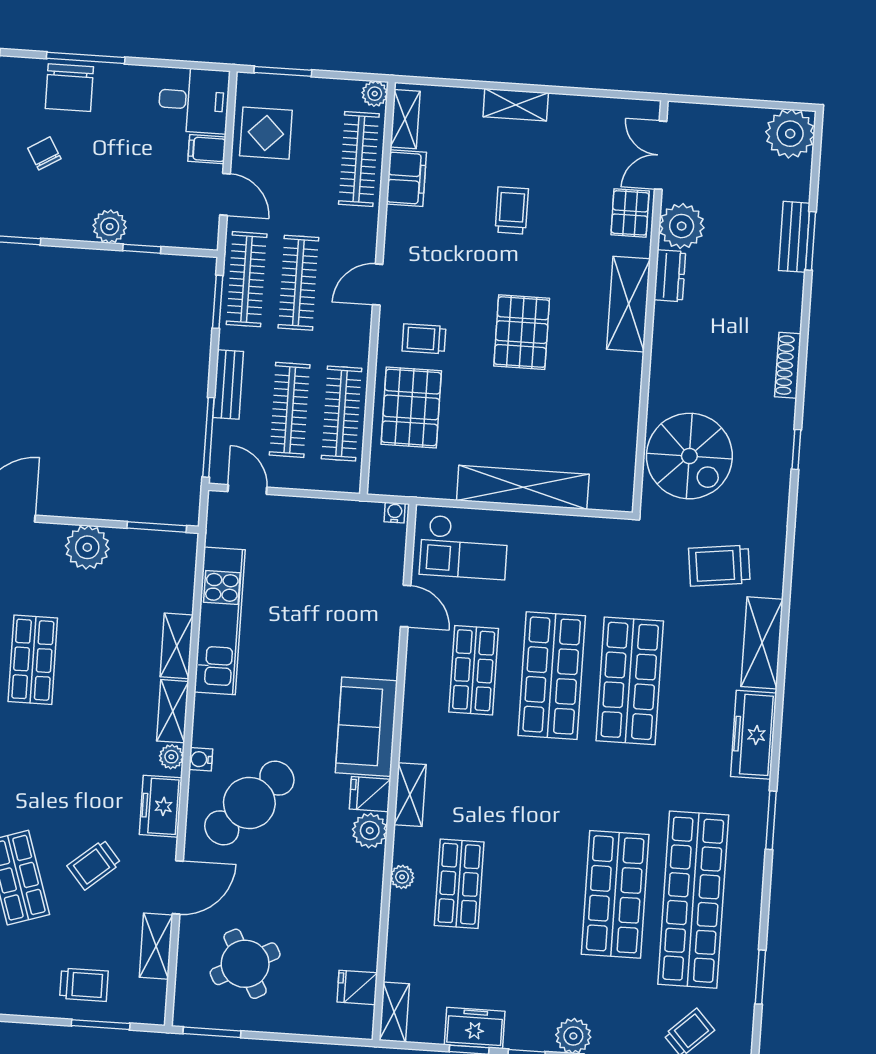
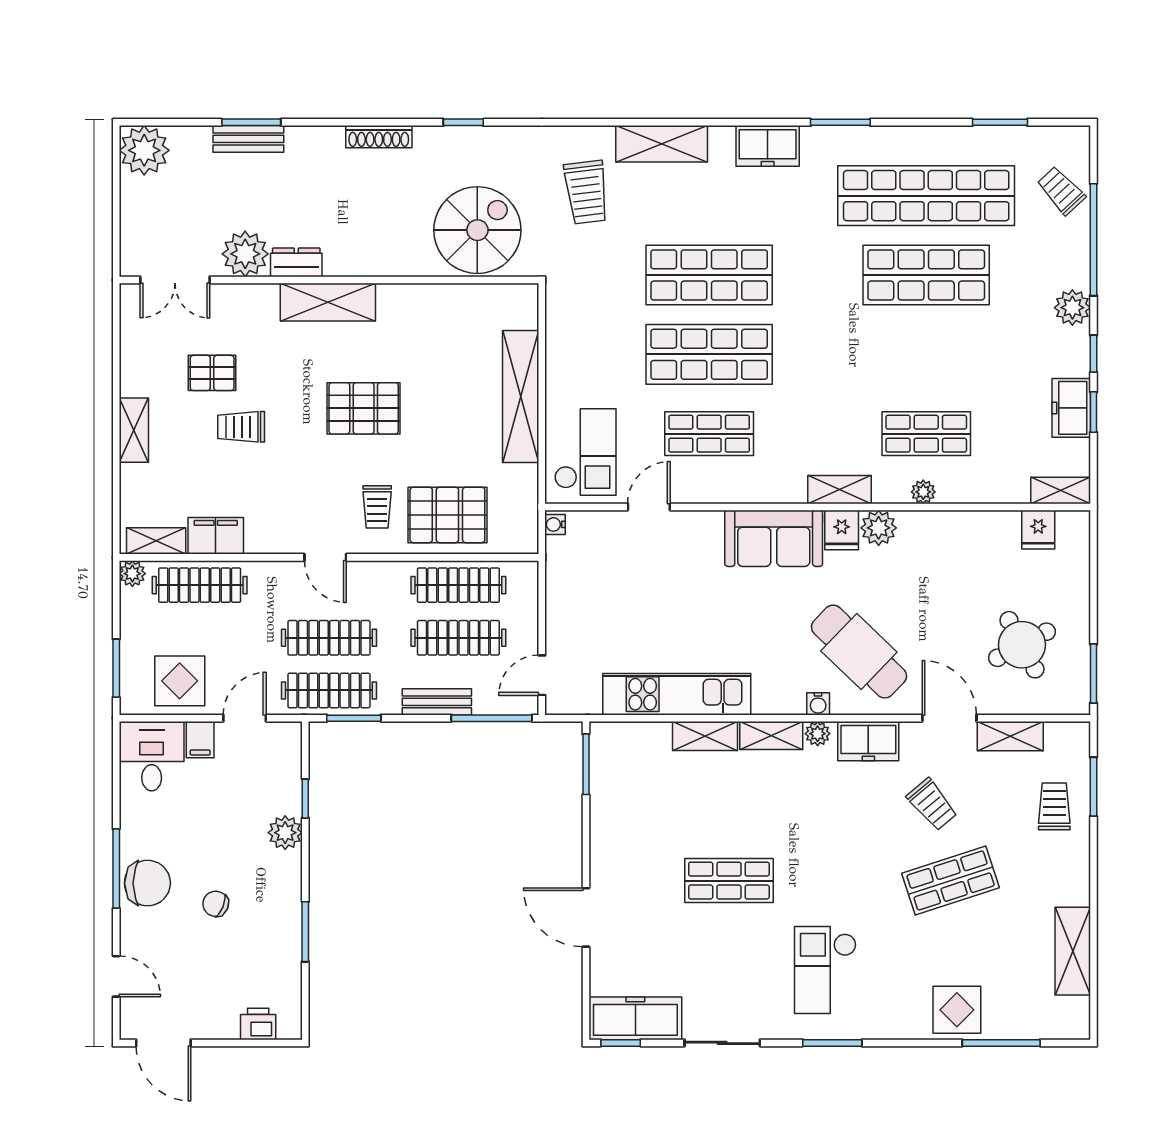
chair: (44, 153) -> (216, 904), turned 54
pallet: (630, 213) -> (212, 373), moved
plant: (87, 547) -> (611, 833), removed
freezer: (754, 735) -> (768, 146), width x0.71

